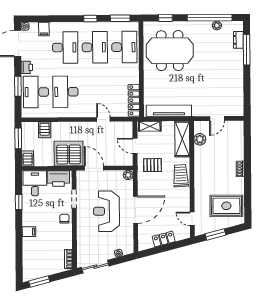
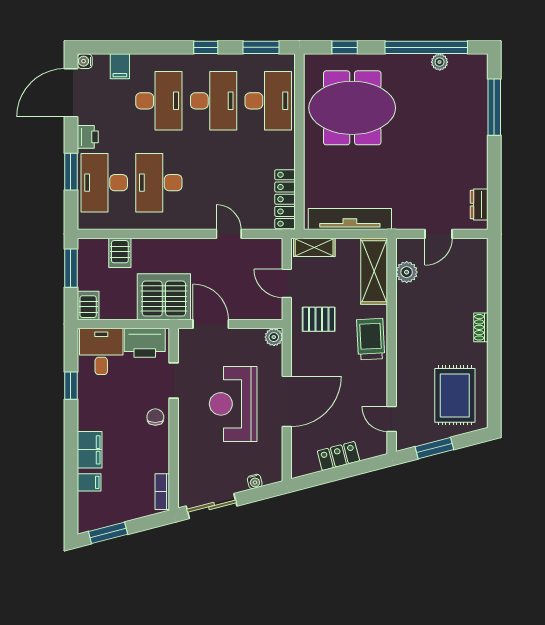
dresser: (238, 40) -> (479, 205), moved
rug: (226, 206) -> (455, 395), turned 90
filing cabinet: (29, 232) -> (90, 450), width x2.00
filing cabinet: (29, 254) -> (89, 482), added

